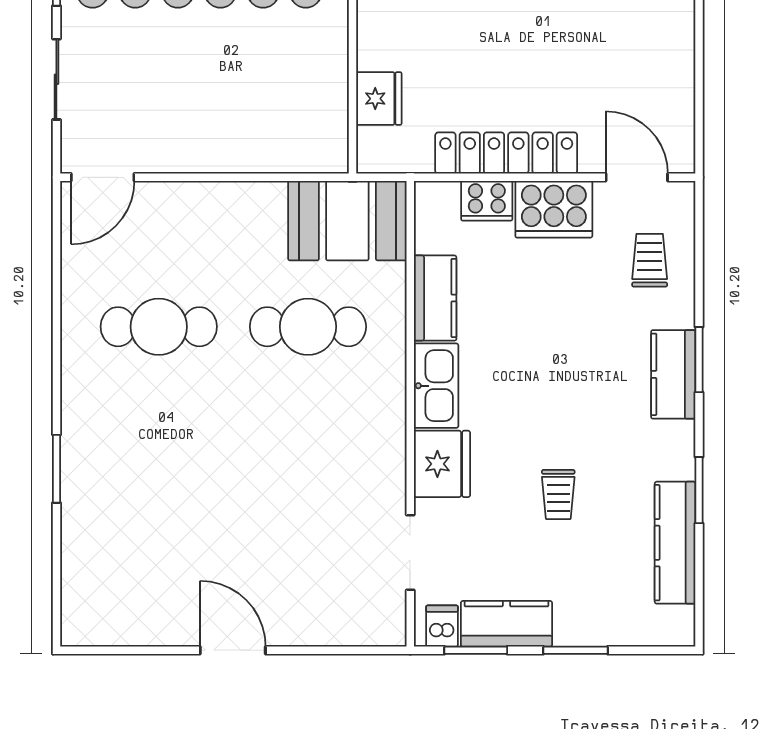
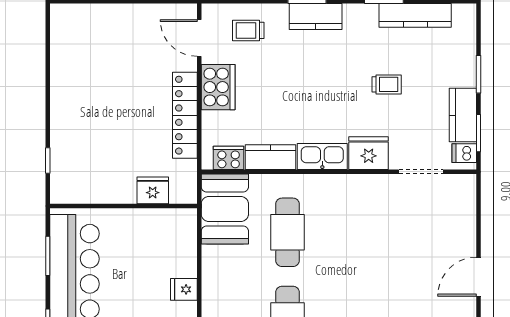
fridge: (211, 151) -> (184, 289), added
door: (637, 177) -> (199, 38), hinge flipped
cooker: (487, 201) -> (229, 158), moved, turned -90

